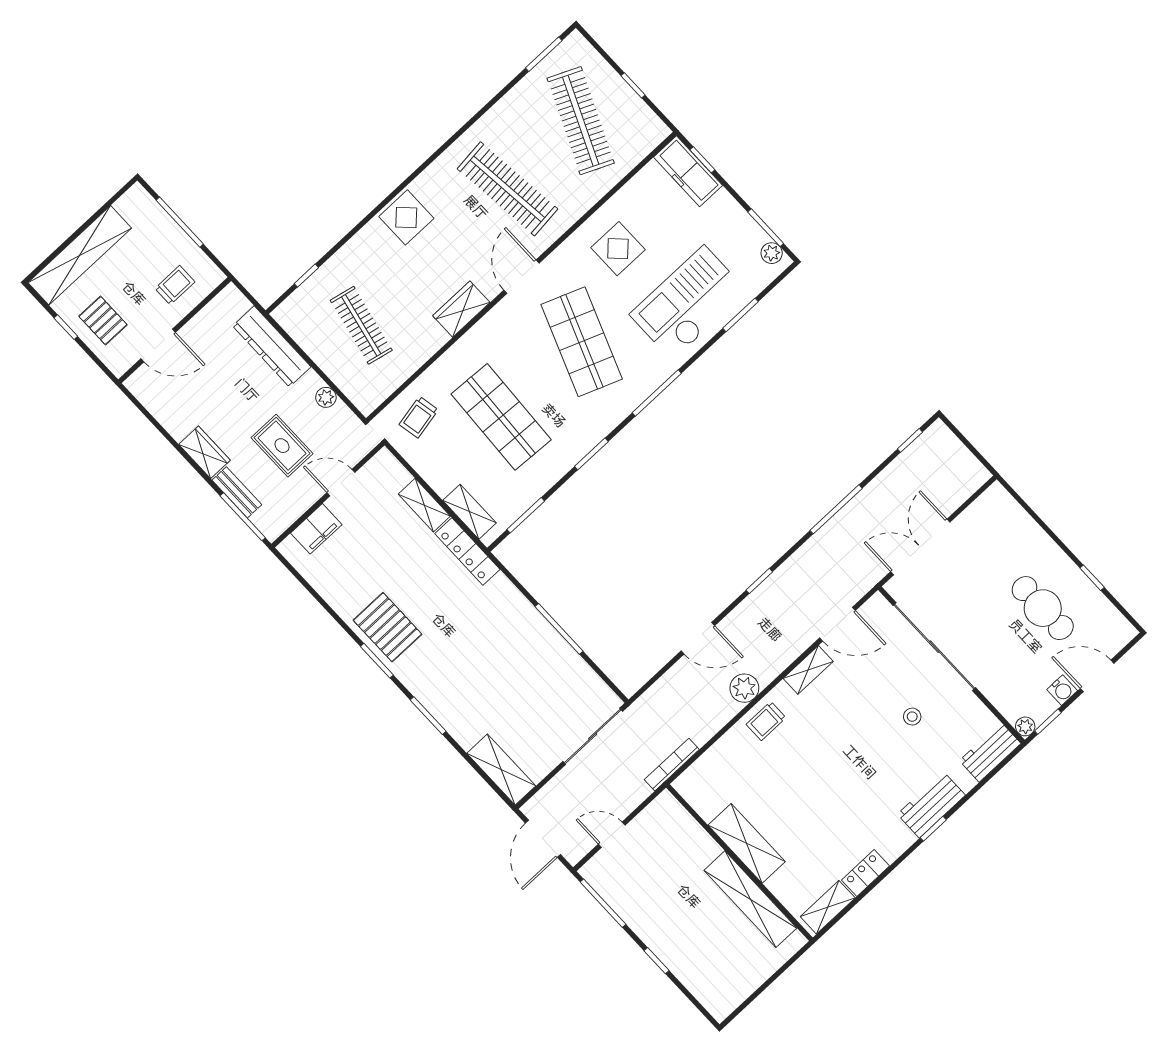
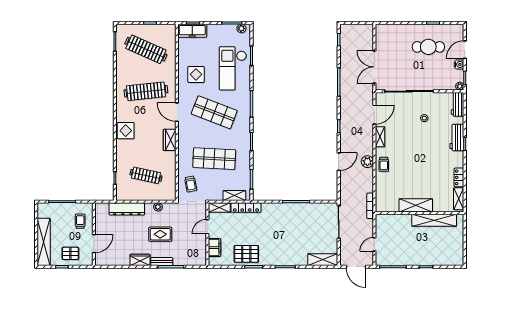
door: (341, 483) -> (207, 227), moved
wall: (328, 495) -> (207, 234), moved
filing cabinet: (316, 529) -> (215, 248), moved

